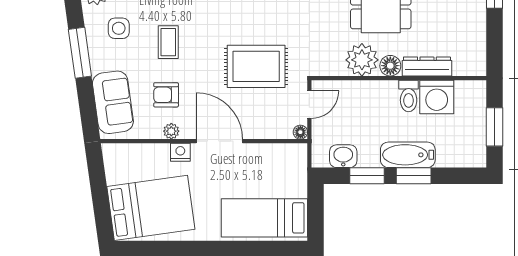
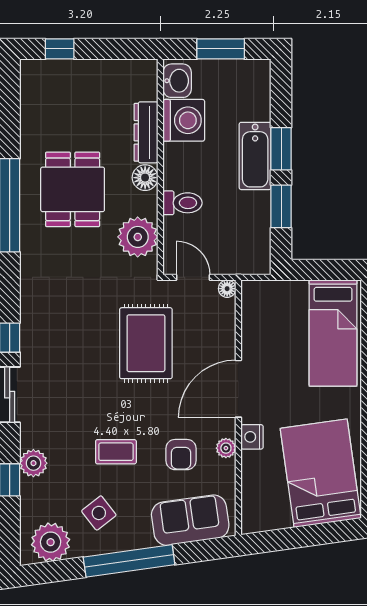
side table: (119, 28) -> (99, 513), turned -38
window: (80, 53) -> (129, 561), width x1.46
plant: (362, 60) -> (138, 237), moved
toilet: (409, 96) -> (182, 203), moved
washbasin: (343, 156) -> (177, 81), moved, turned 180

